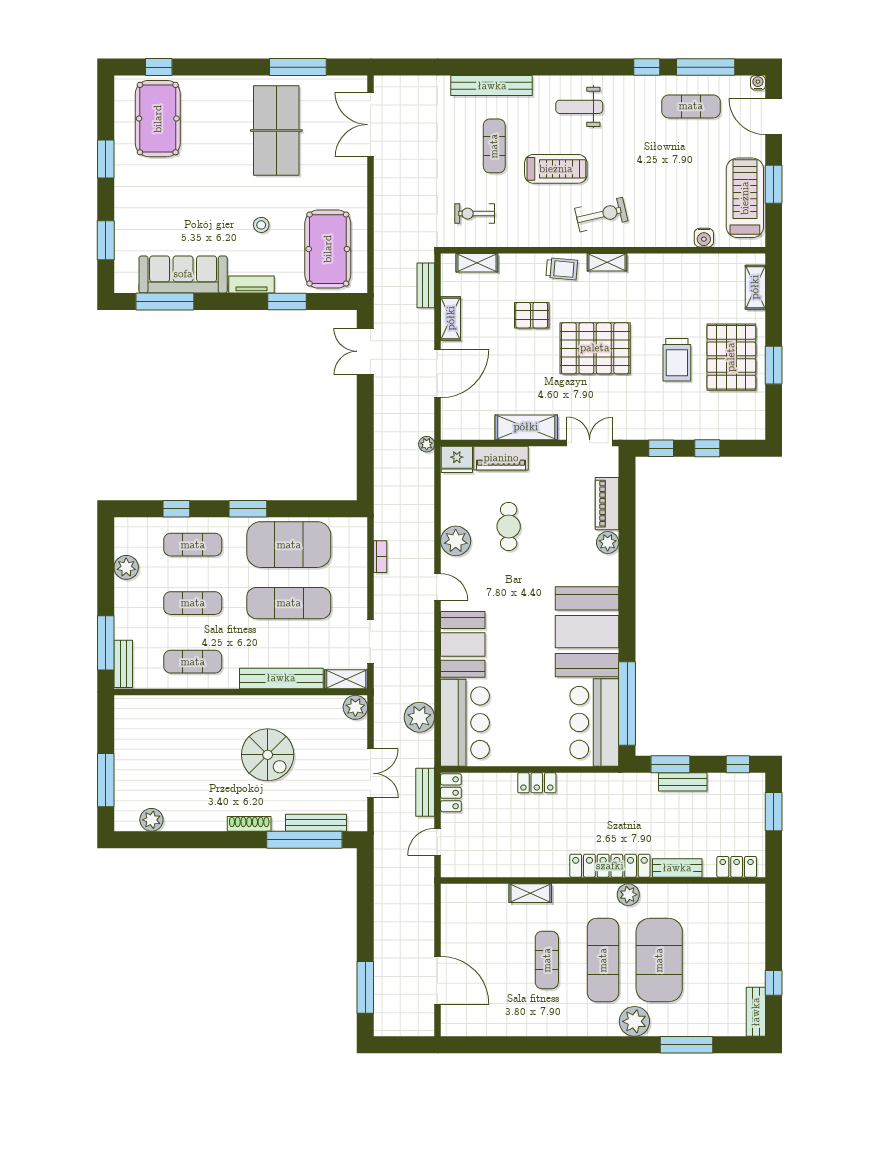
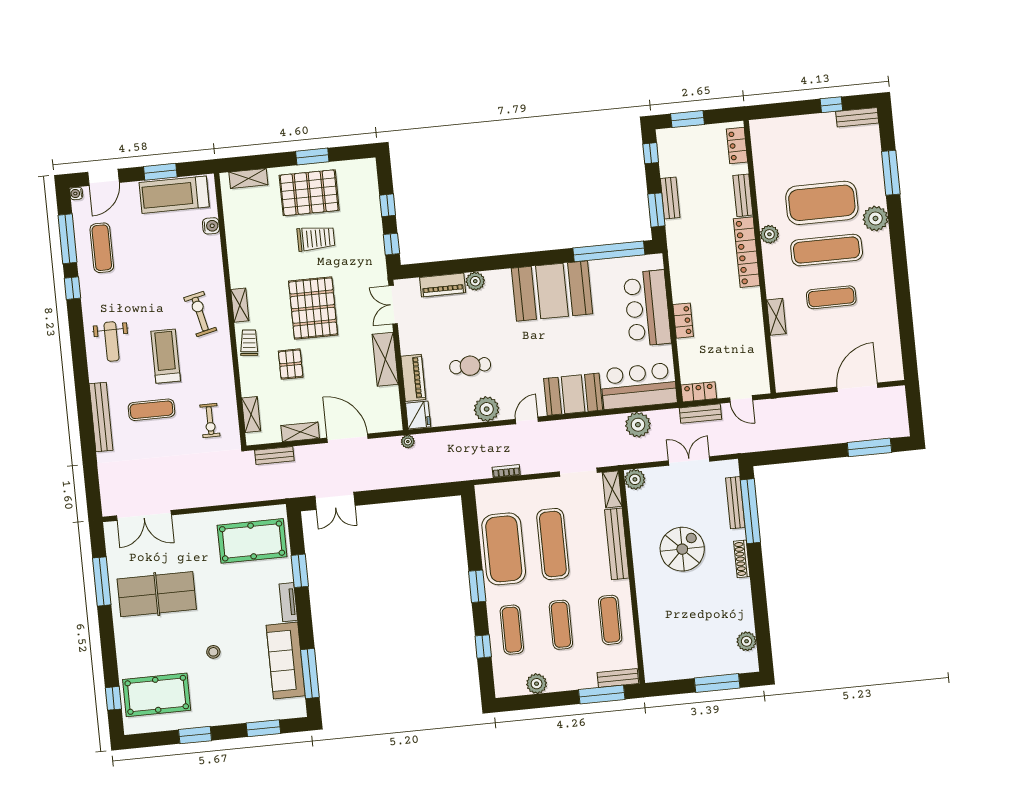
stool: (261, 225) -> (213, 652), moved
bar counter: (594, 722) -> (647, 308), moved, turned 90

